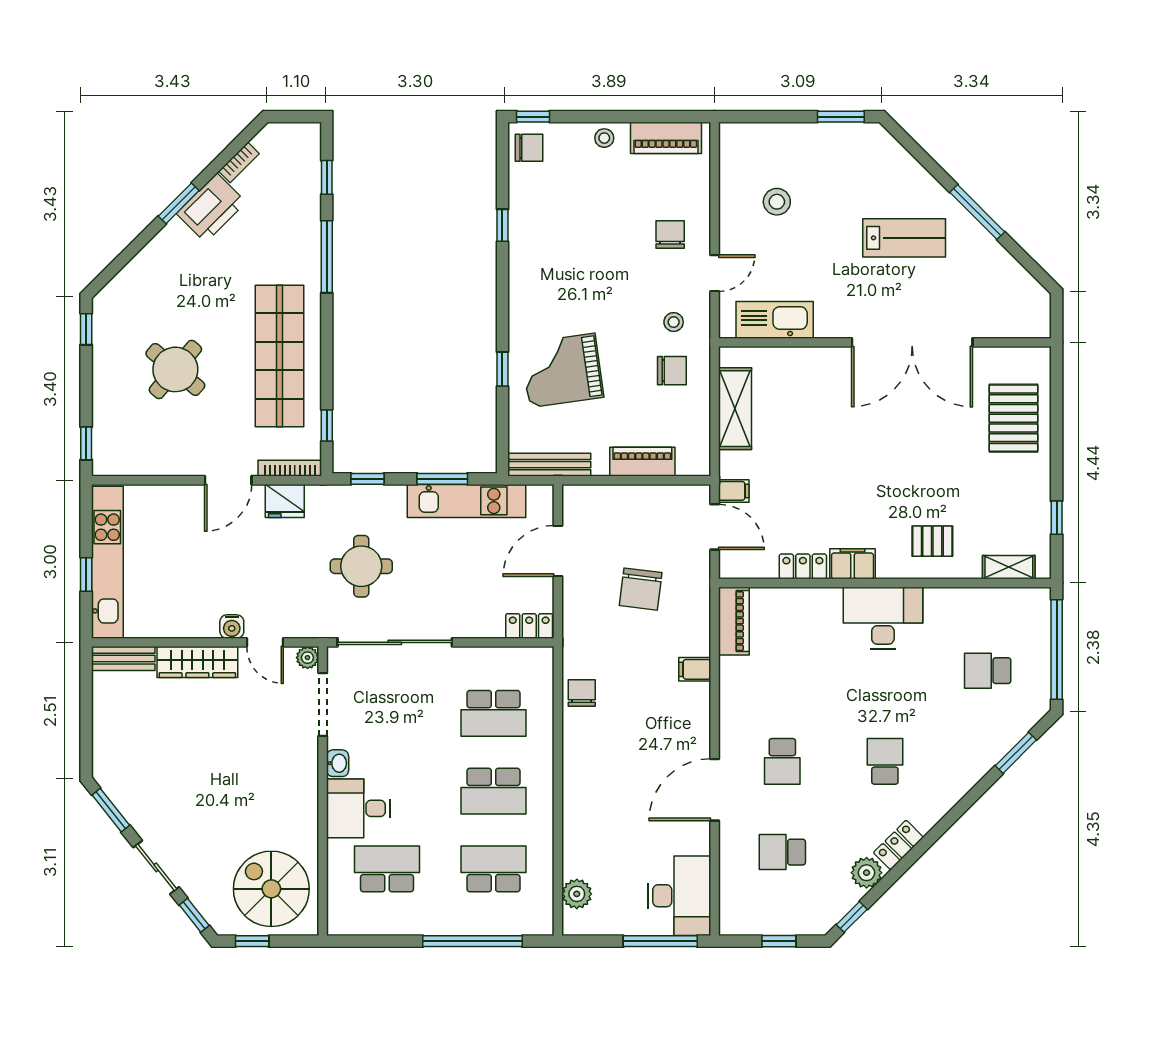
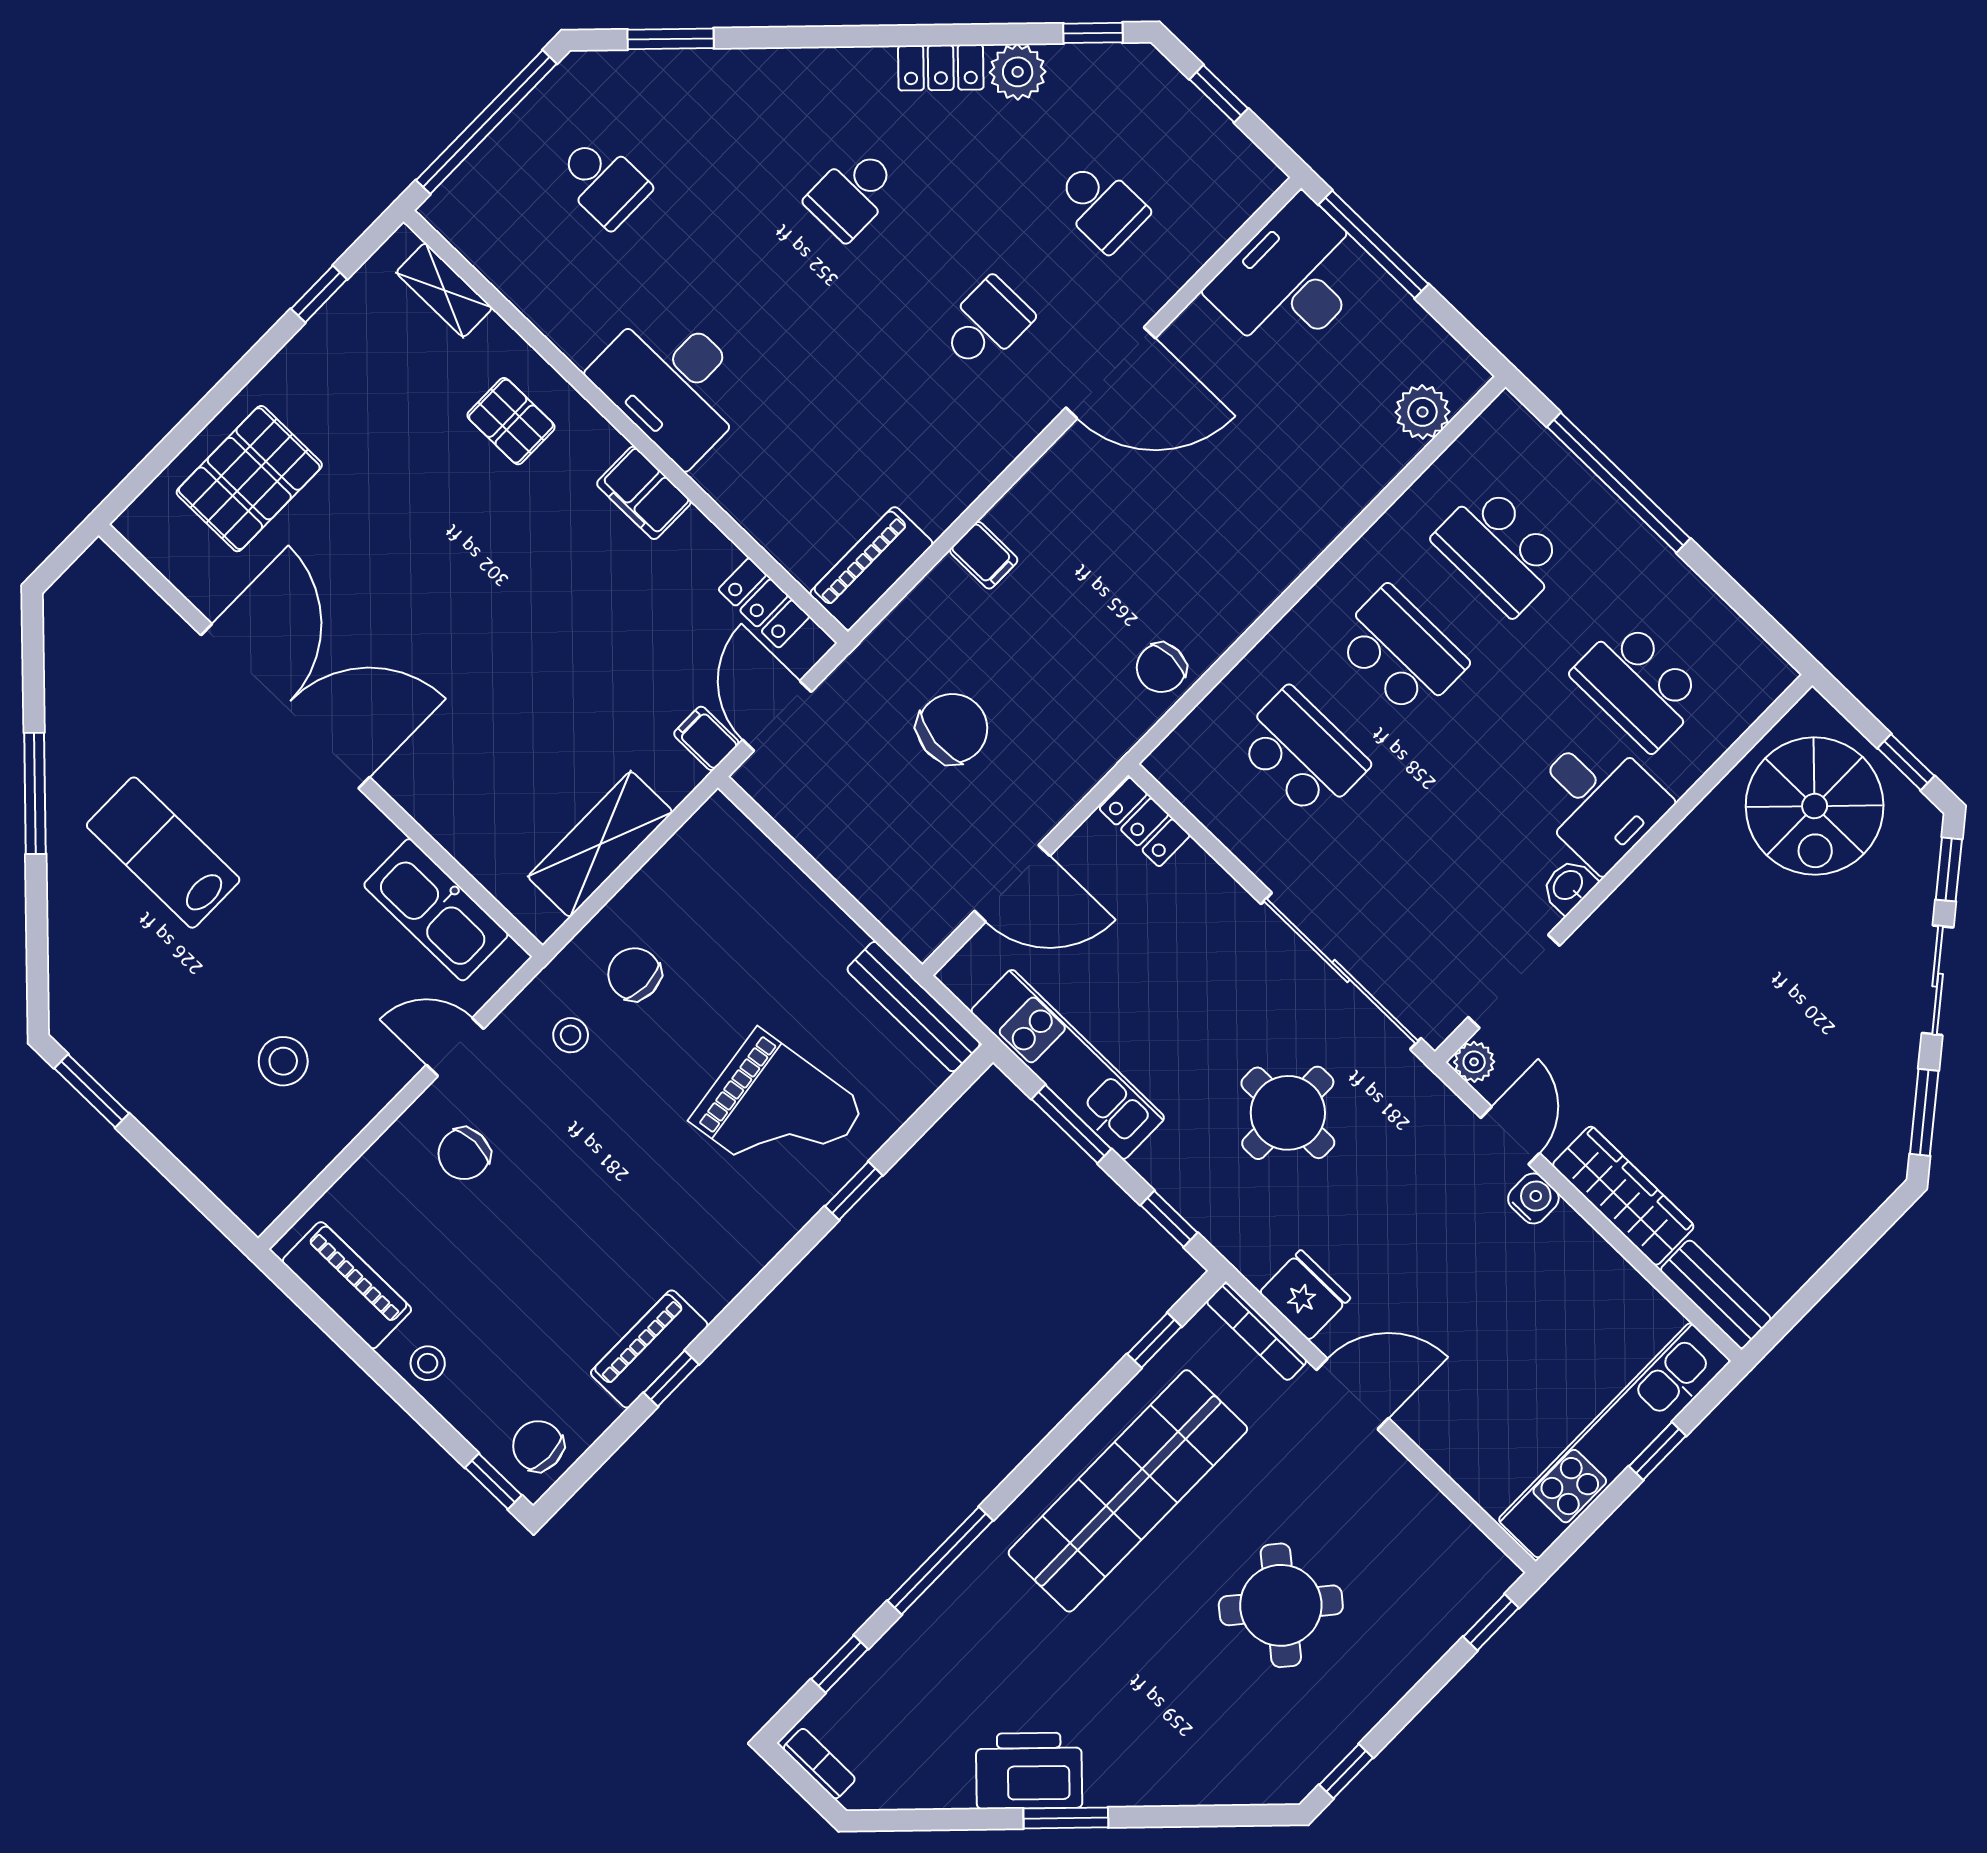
bookcase: (239, 162) -> (819, 1764), moved, turned 45
piano: (642, 462) -> (649, 1349), moved, turned 90
locker: (803, 566) -> (764, 603), moved

